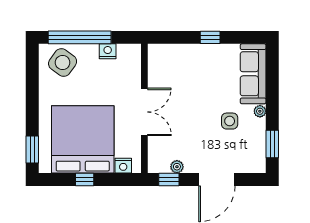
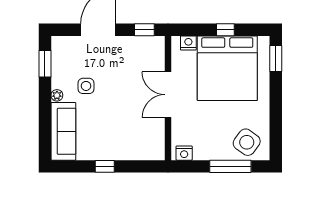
window: (80, 37) -> (230, 166), width x0.68
nightstand: (108, 51) -> (184, 153), moved
plant: (177, 167) -> (137, 42), removed

